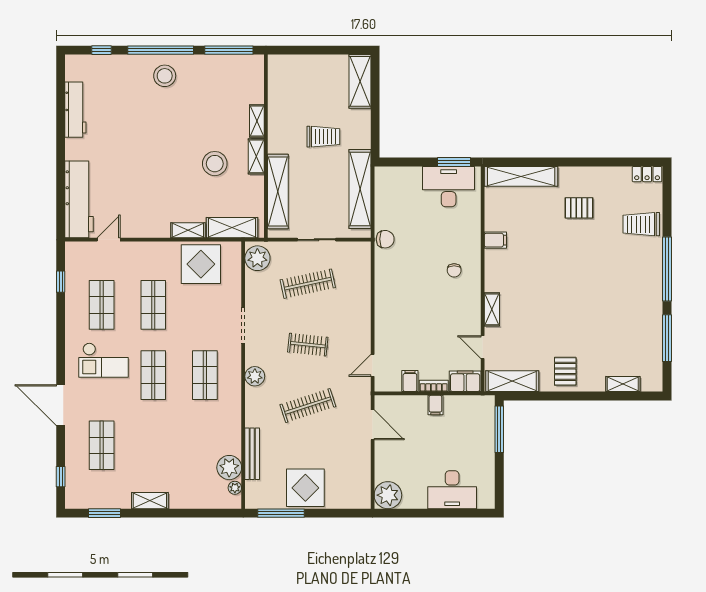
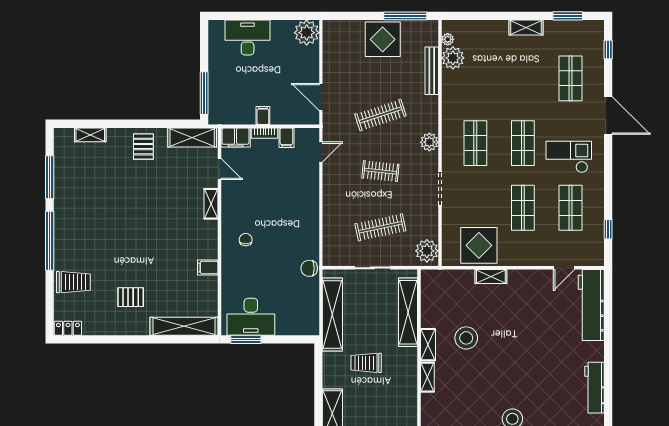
shelving: (232, 228) -> (450, 279), removed

